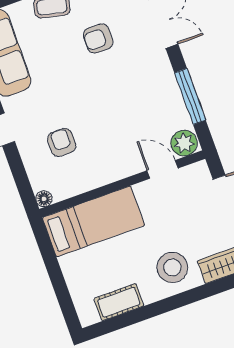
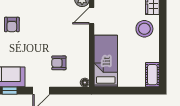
cot: (119, 302) -> (152, 75), moved

